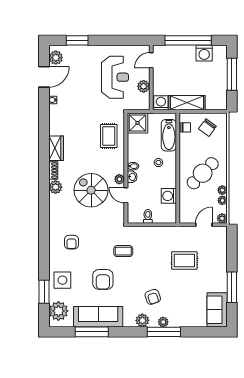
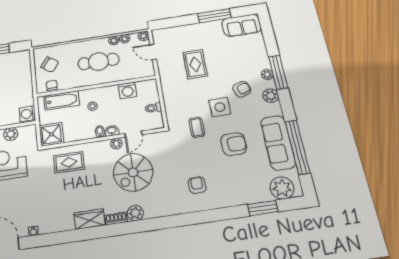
shelving: (187, 103) -> (25, 88), removed
cafe table: (203, 173) -> (99, 62), turned -44
armchair: (72, 242) -> (197, 185), turned -92
side table: (62, 280) -> (220, 107), moved
window: (92, 332) -> (297, 147), width x1.46

